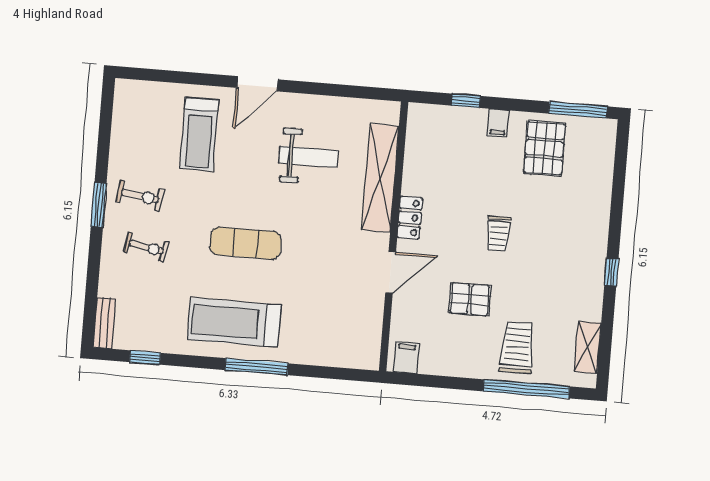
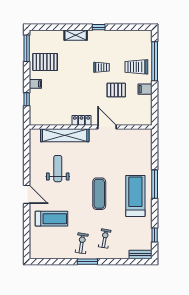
trolley: (498, 234) -> (102, 67), moved
pallet: (470, 299) -> (116, 90), turned 90
treadmill: (234, 322) -> (135, 196), turned 180
shelving: (588, 347) -> (76, 35), moved
filing cabinet: (406, 358) -> (145, 89), moved

